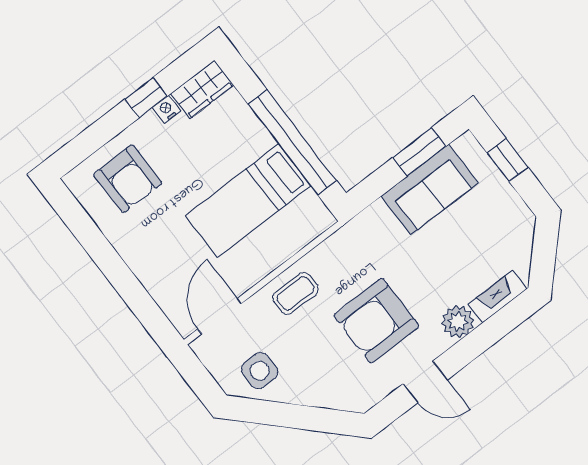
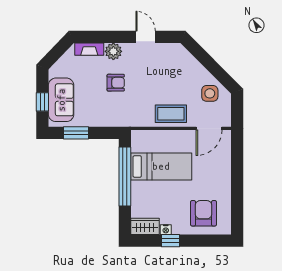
sofa: (430, 190) -> (61, 100), moved, turned 90
coffee table: (295, 293) -> (171, 114), width x1.36, depth x1.30
armchair: (376, 321) -> (116, 83), moved, width x0.53, depth x0.53

